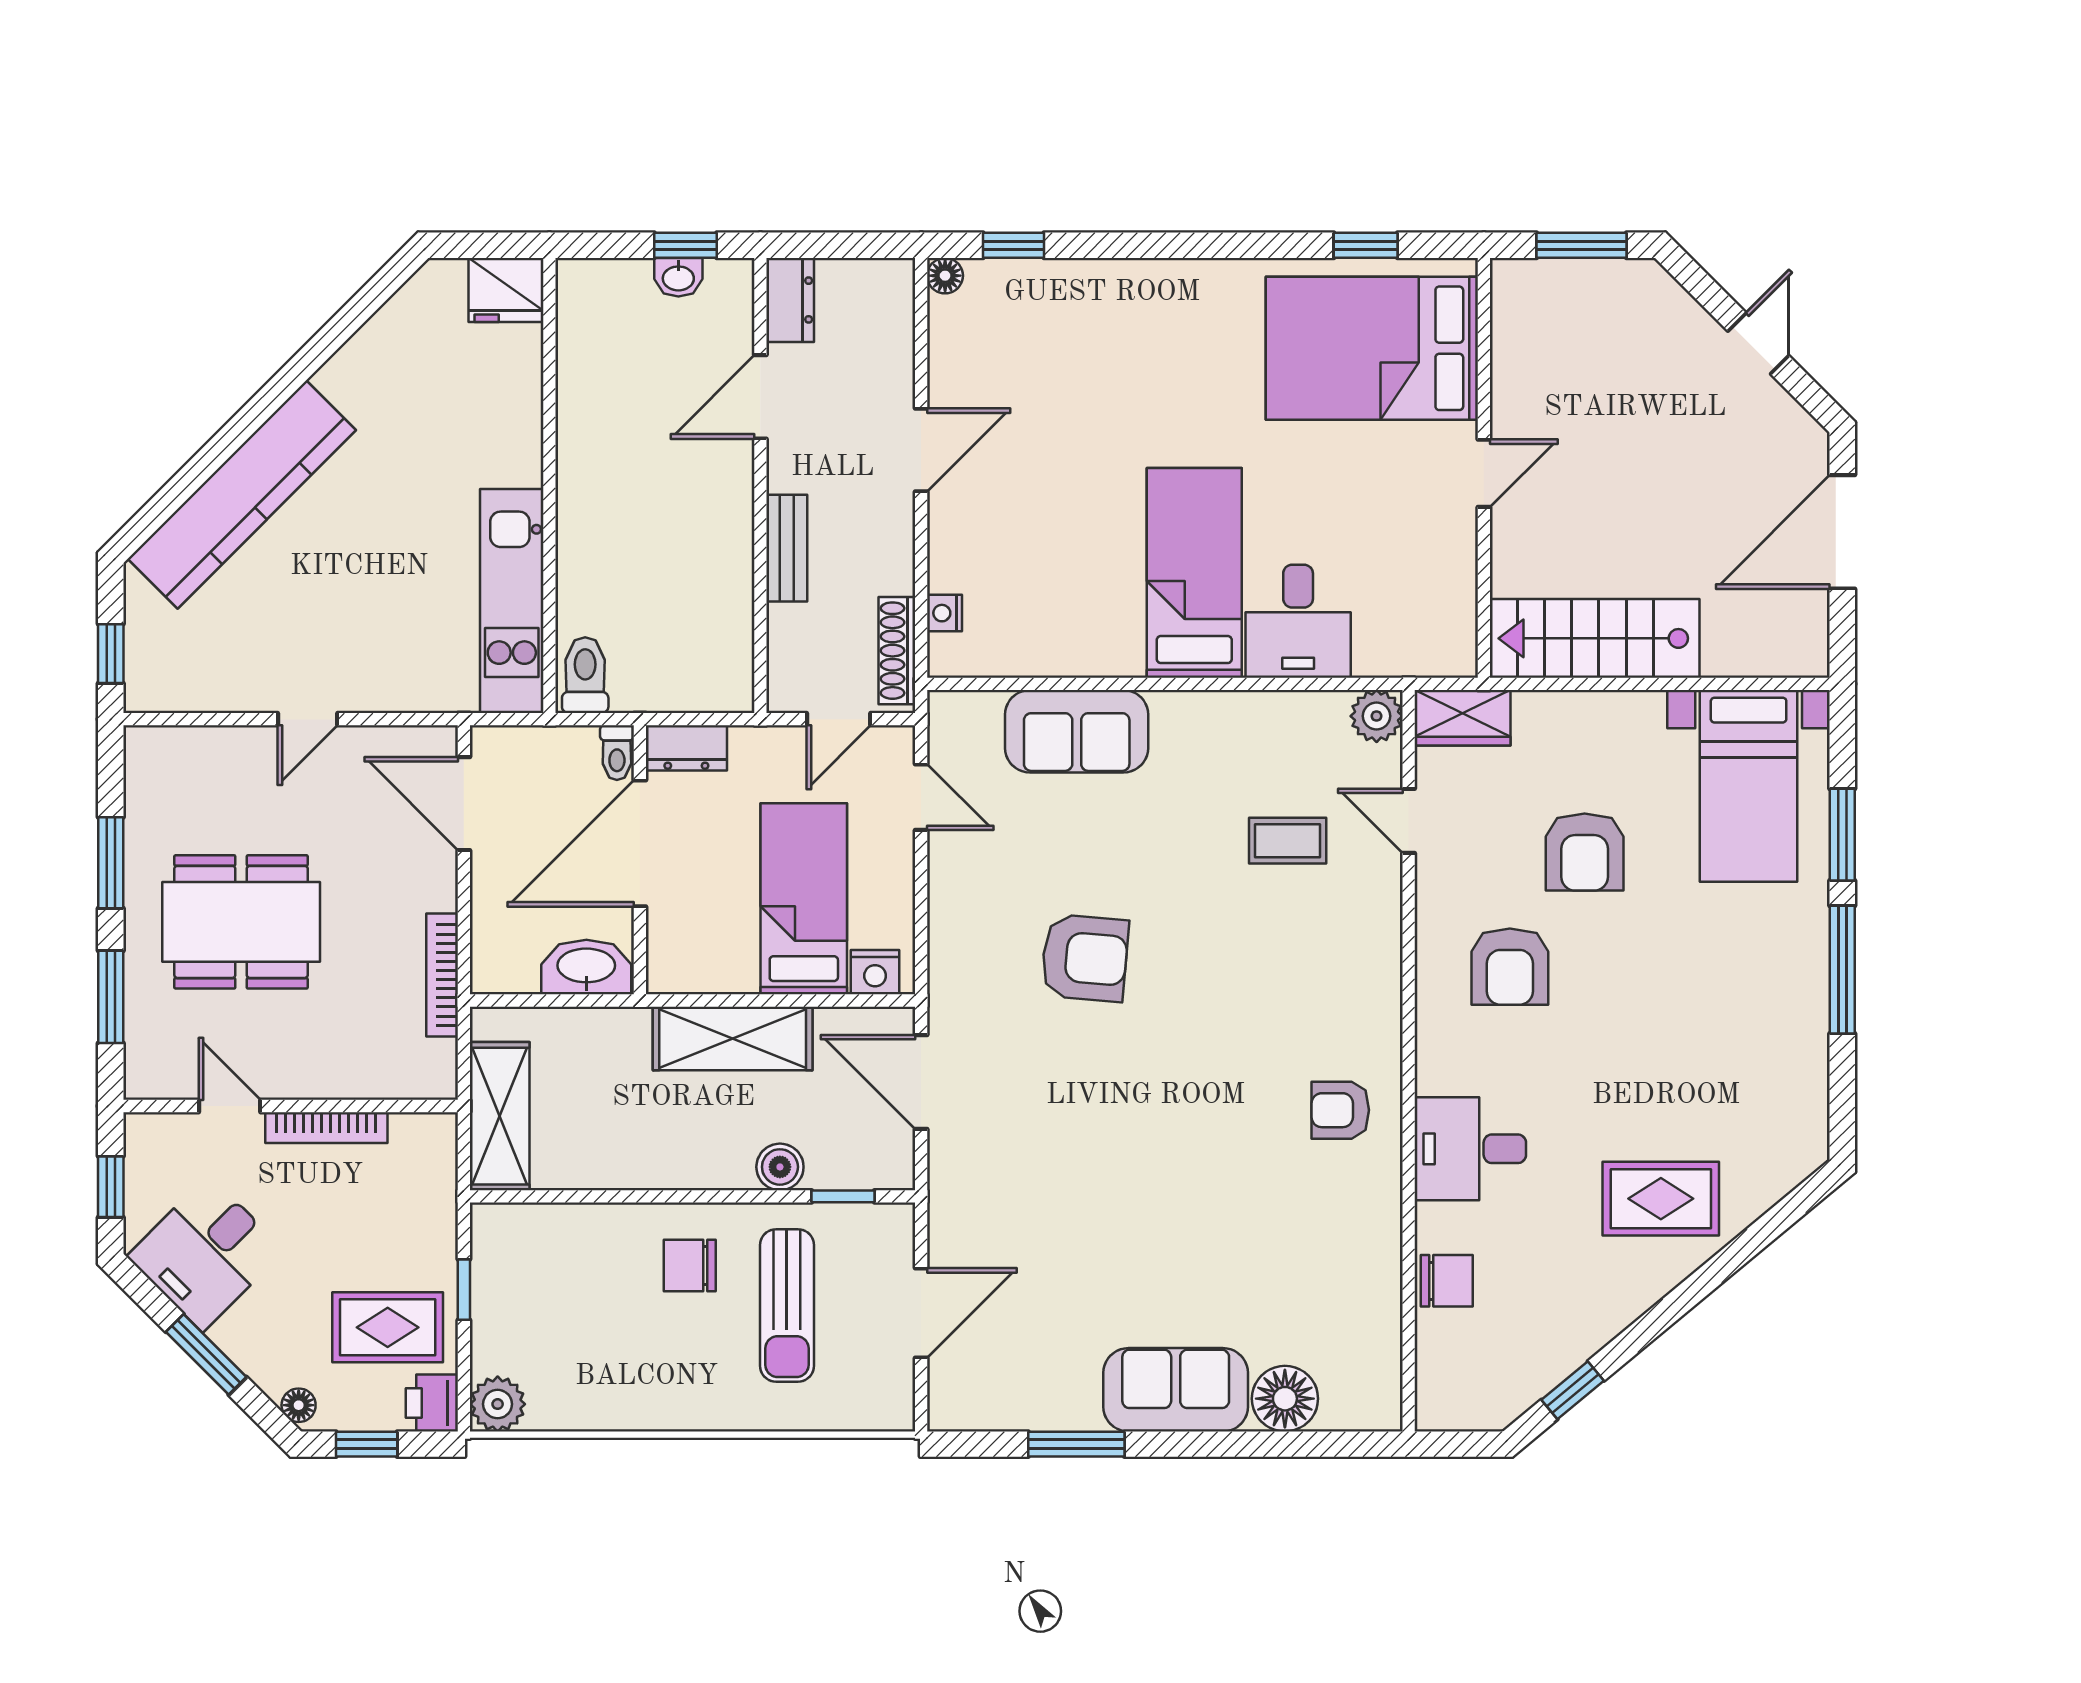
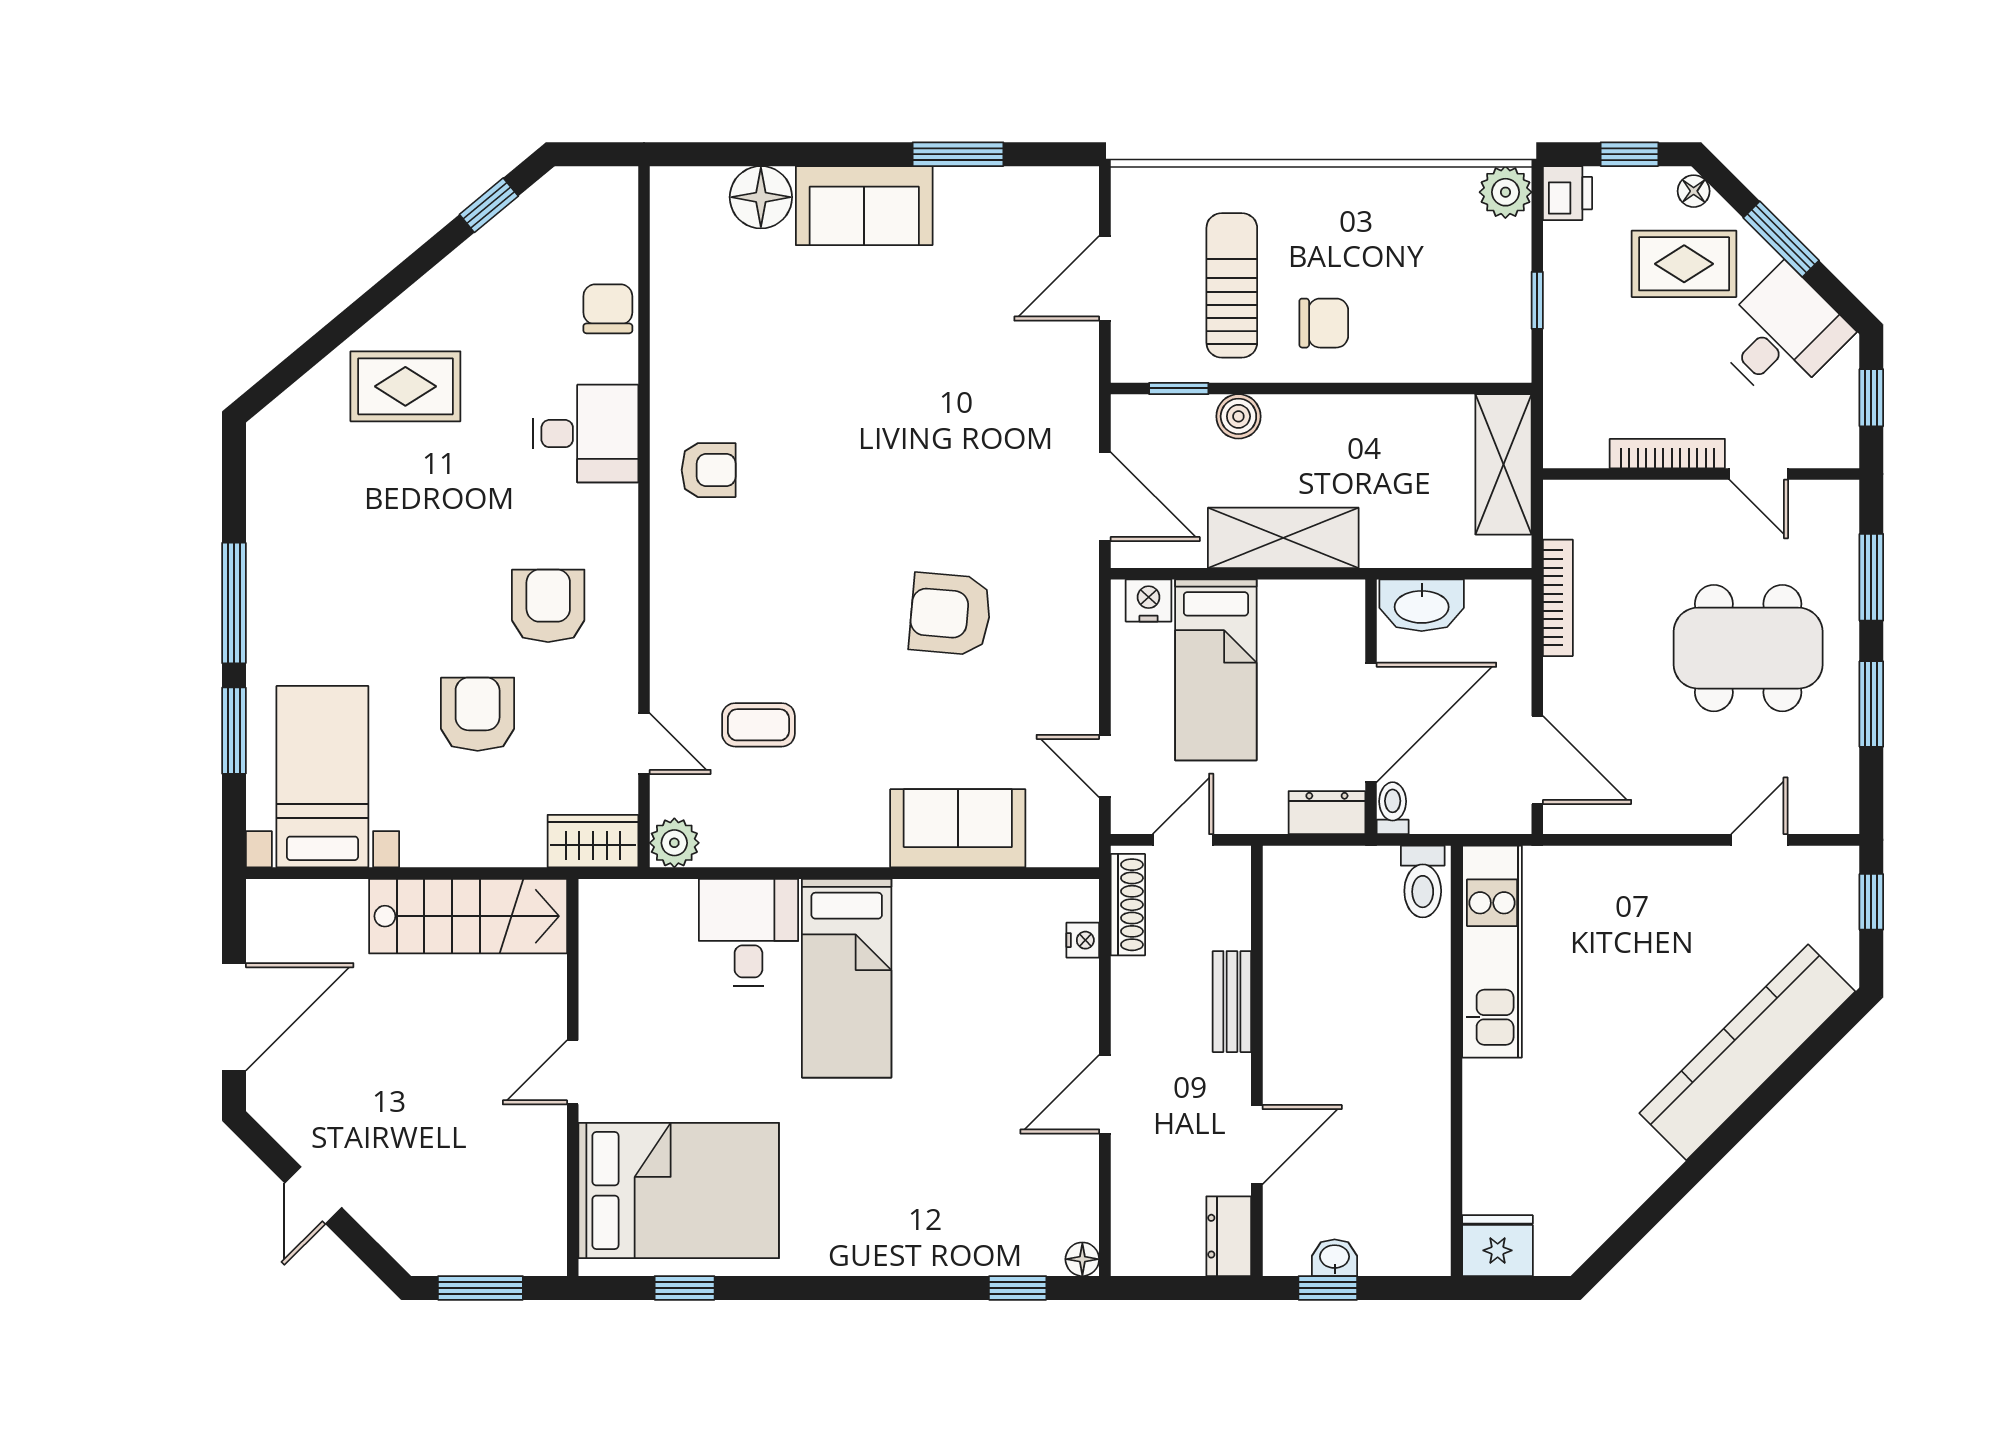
door: (308, 719) -> (1759, 840), moved
chair: (1447, 1281) -> (608, 309), turned 90
rug: (388, 1327) -> (1684, 264), moved

